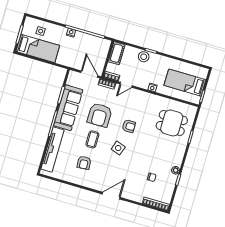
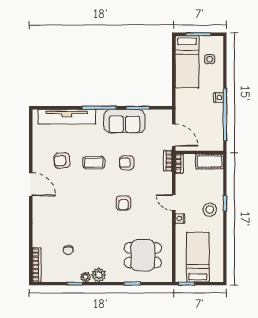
stool: (144, 57) -> (210, 210), moved
door: (89, 74) -> (174, 135), hinge flipped
door: (126, 85) -> (174, 203), moved
sofa: (68, 108) -> (124, 121), width x0.73
armchair: (100, 115) -> (127, 163), width x0.53, depth x0.53
dining table: (172, 123) -> (143, 255), turned 90
side table: (118, 148) -> (92, 198), removed
plant: (177, 160) -> (99, 275), added
door: (111, 196) -> (31, 184), moved

